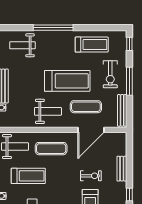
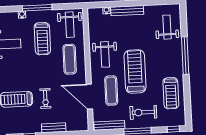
treadmill: (67, 81) -> (135, 71), turned 180

